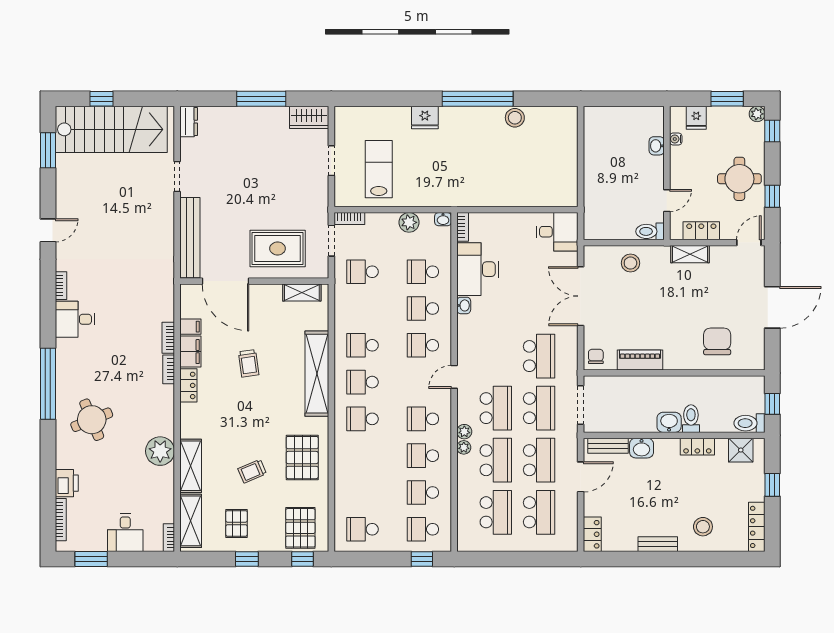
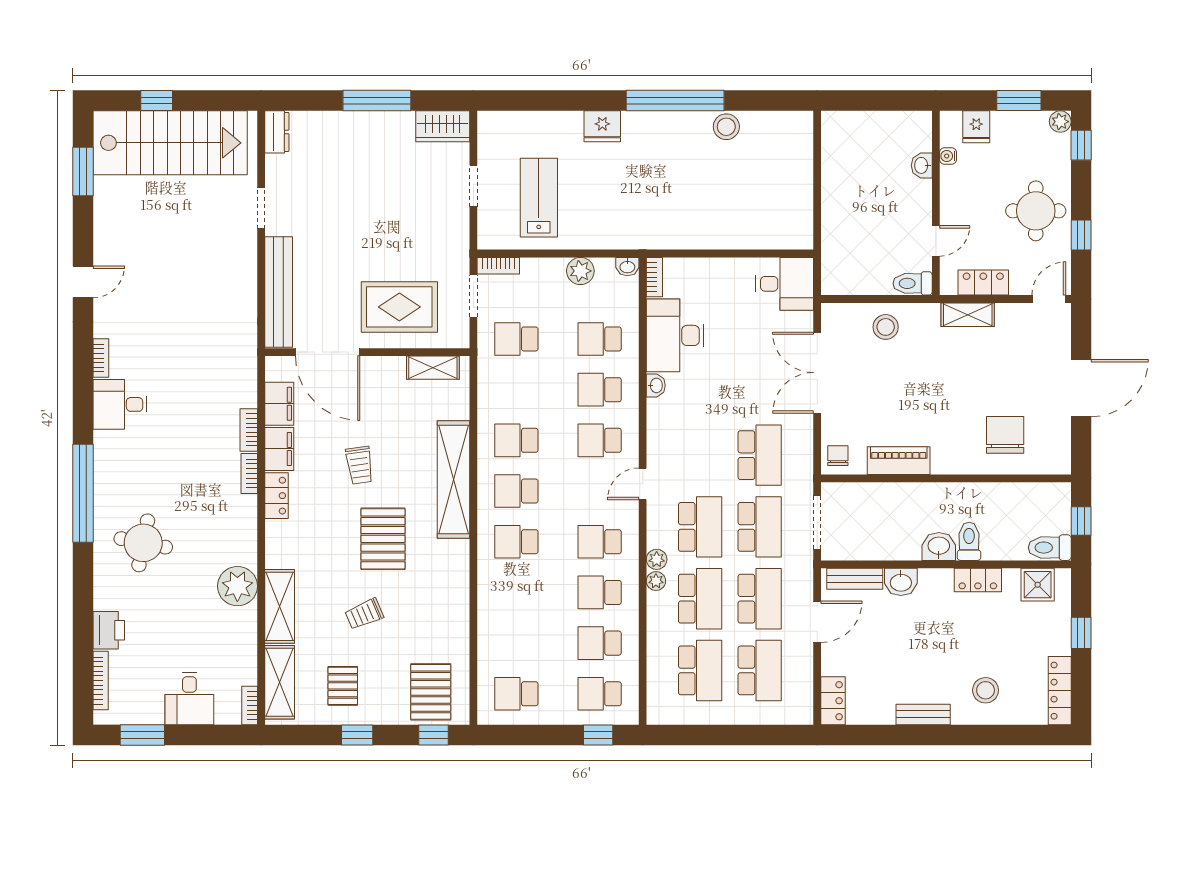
filing cabinet: (190, 327) -> (279, 404), width x2.00
round table: (92, 420) -> (143, 543), turned 33
pallet: (302, 458) -> (383, 539), moved

